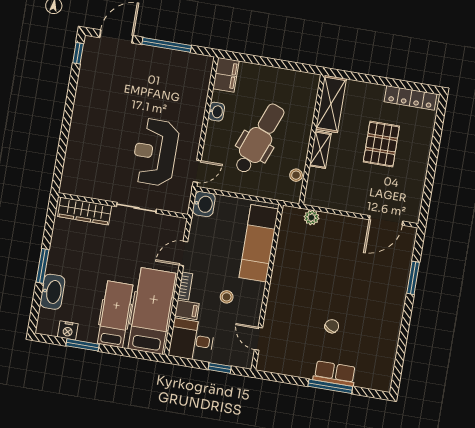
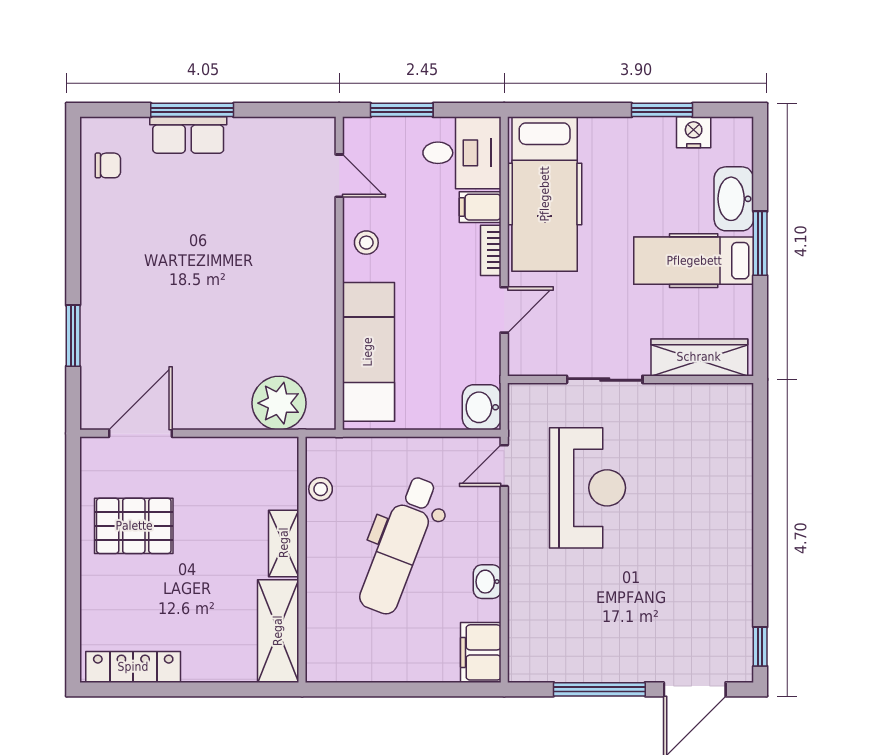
pallet: (381, 144) -> (134, 526), moved, turned 90
plant: (311, 218) -> (279, 403), width x1.88, depth x1.88
stool: (227, 297) -> (366, 243), moved
hospital bed: (115, 314) -> (694, 261), moved, turned 90
chair: (332, 326) -> (108, 165), moved, turned -117
window: (220, 368) -> (402, 110), width x1.50

